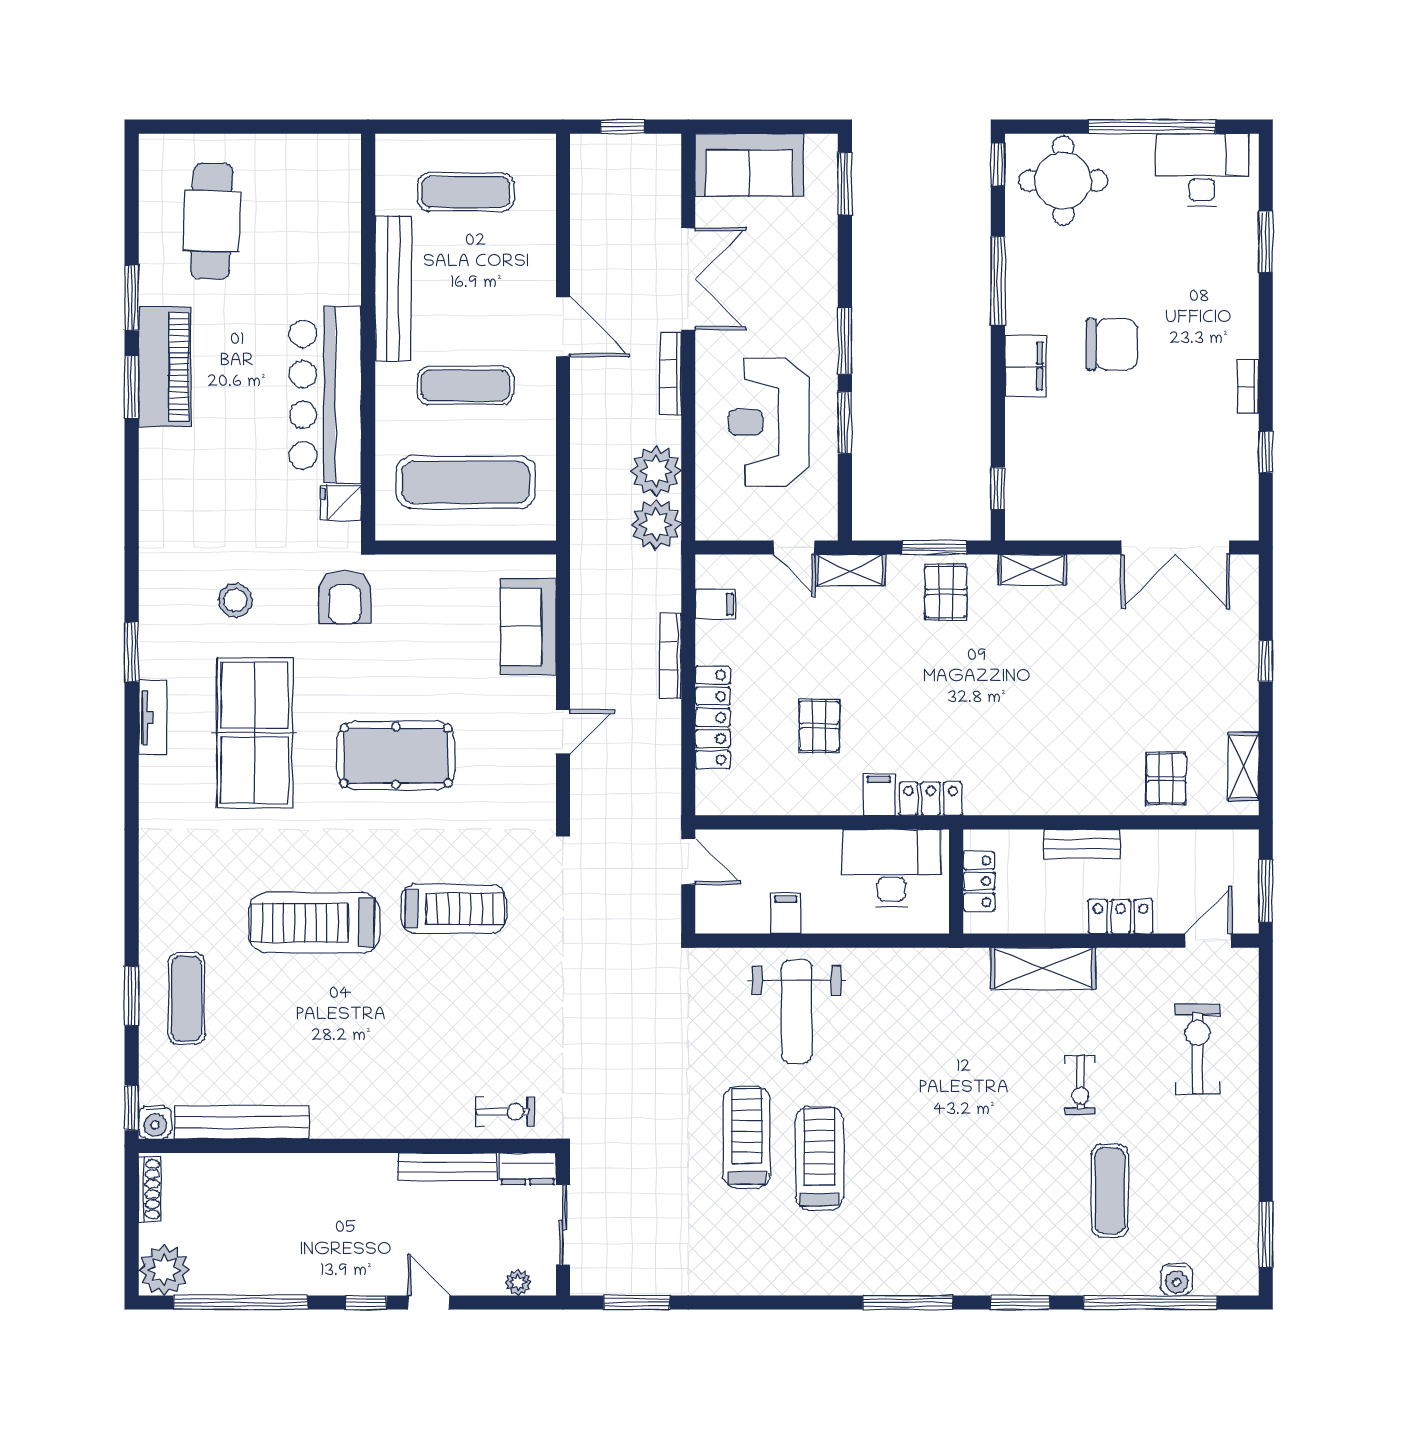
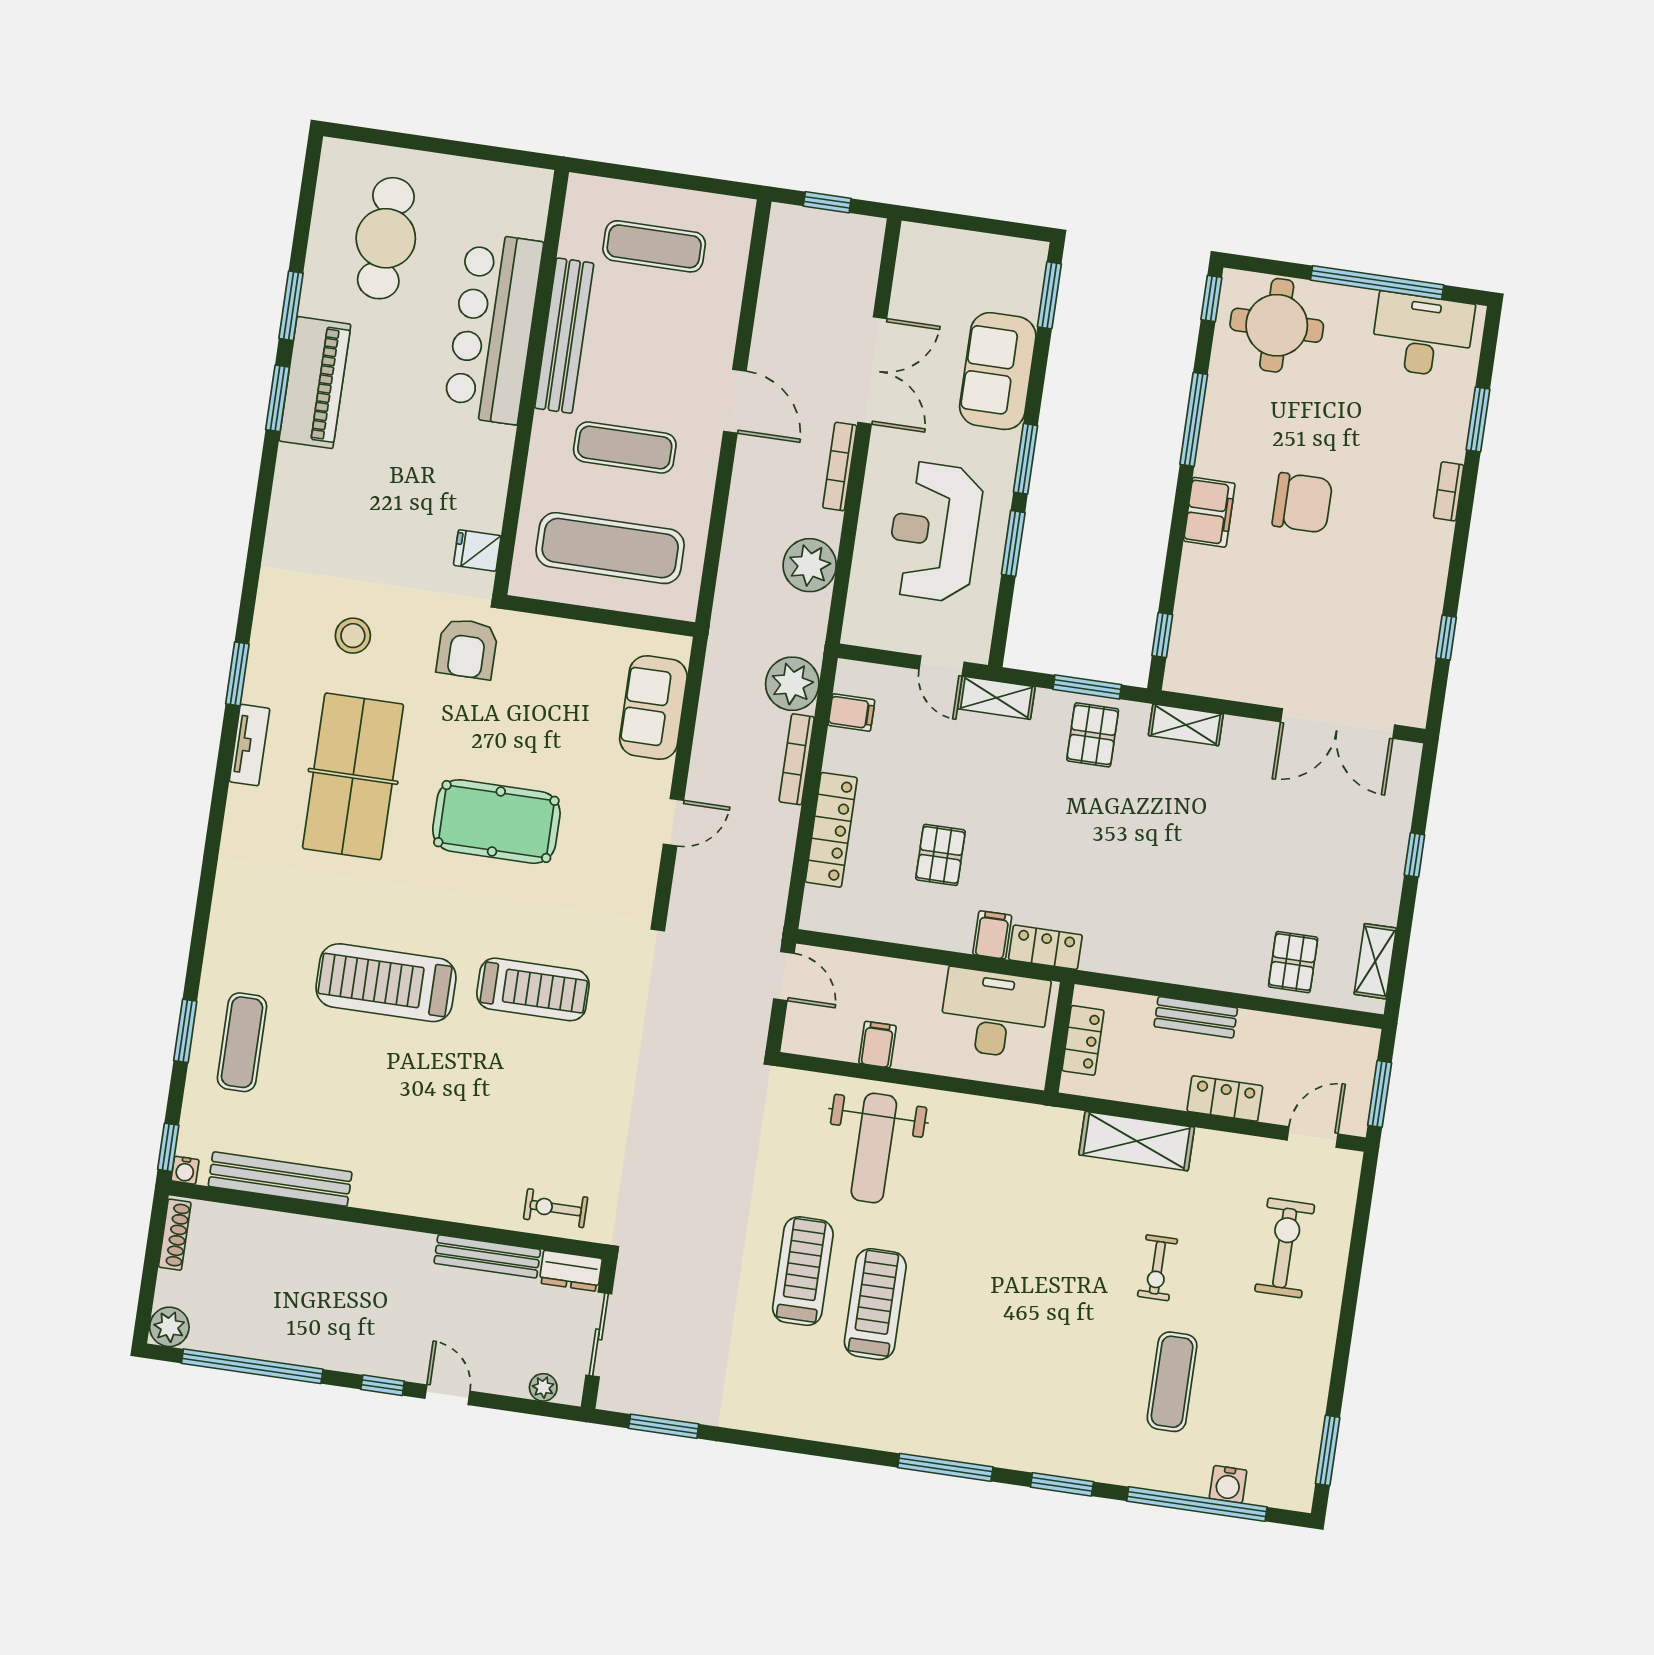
sofa: (749, 165) -> (998, 371), moved, turned 90
bookcase: (1248, 386) -> (1449, 491), moved
bar counter: (325, 395) -> (493, 328), moved
plant: (656, 524) -> (792, 684), moved
exercise bike: (505, 1112) -> (556, 1208), turned 180
water cooler: (155, 1122) -> (185, 1170), width x0.72, depth x0.72
plant: (164, 1270) -> (169, 1327), width x0.73, depth x0.73

